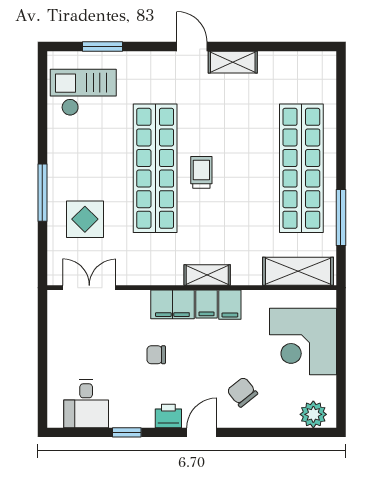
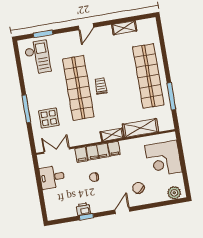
door: (192, 47) -> (86, 27), swing flipped
shelving: (233, 62) -> (124, 28), moved
checkout: (83, 92) -> (38, 57), turned 90
shelving: (298, 271) -> (141, 128), moved
filing cabinet: (230, 305) -> (81, 155), moved
desk: (86, 404) -> (52, 177), moved, turned 90
printer: (168, 416) -> (83, 209), moved

